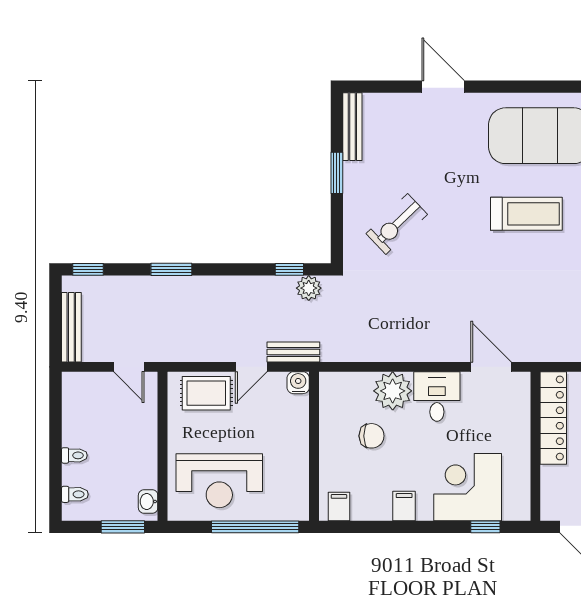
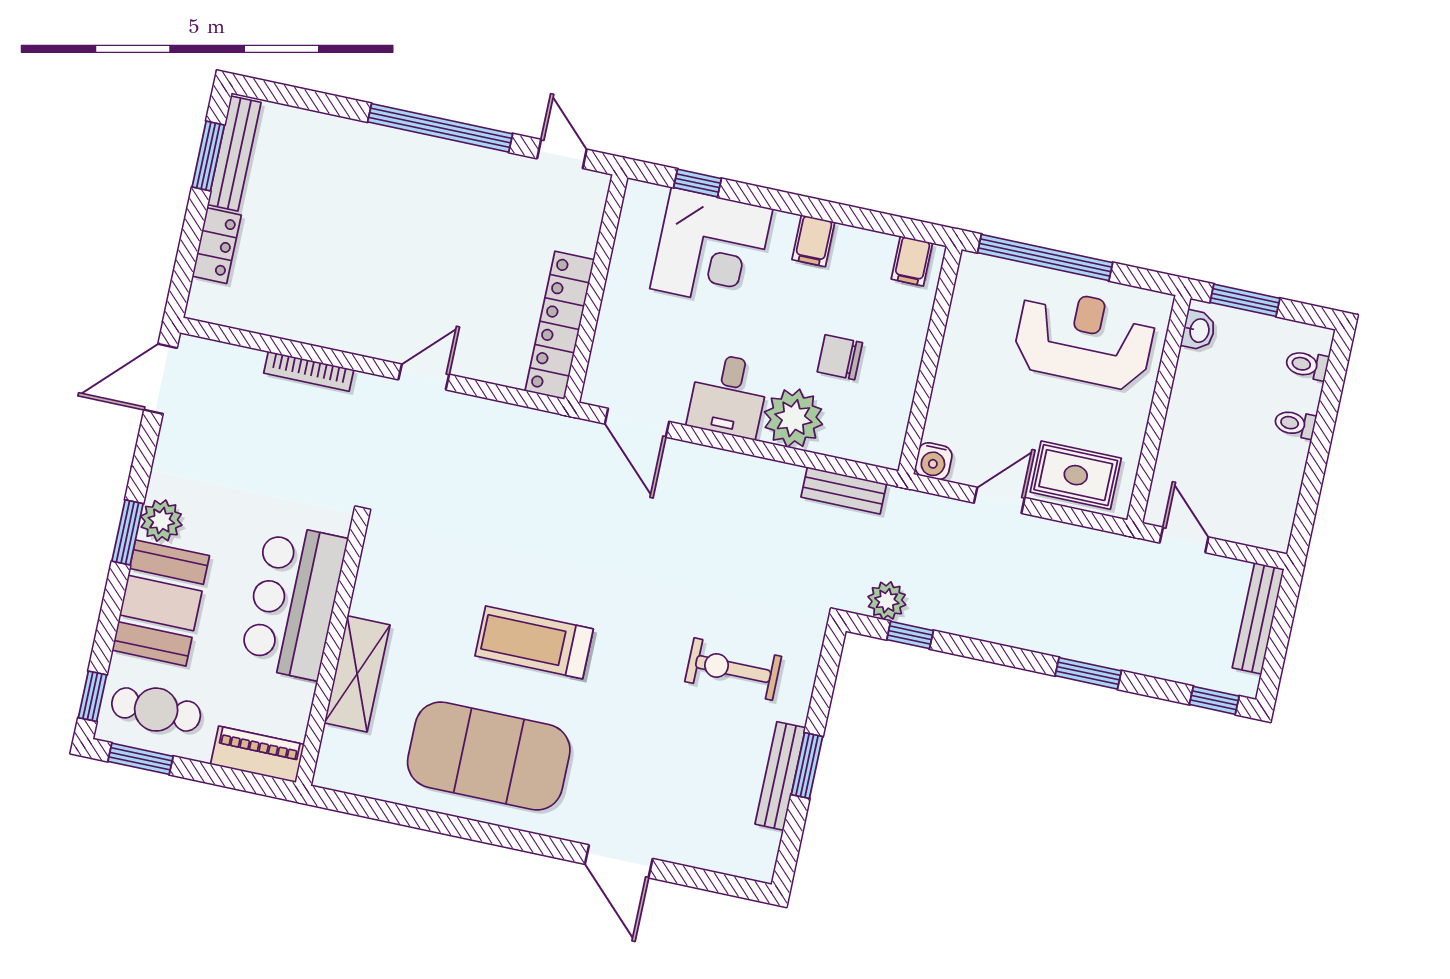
bench: (352, 127) -> (780, 776), moved
exercise bike: (397, 224) -> (733, 669), turned -136
bench: (293, 352) -> (844, 490), moved

